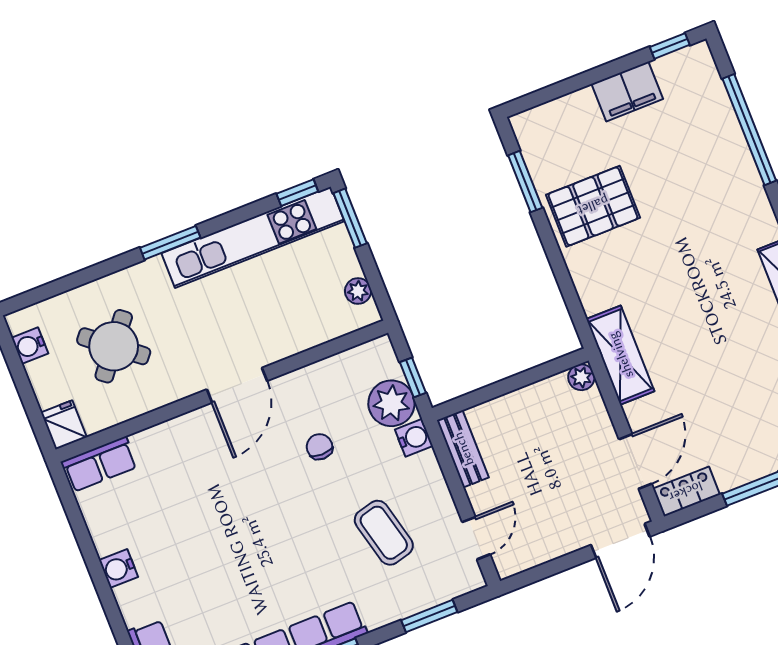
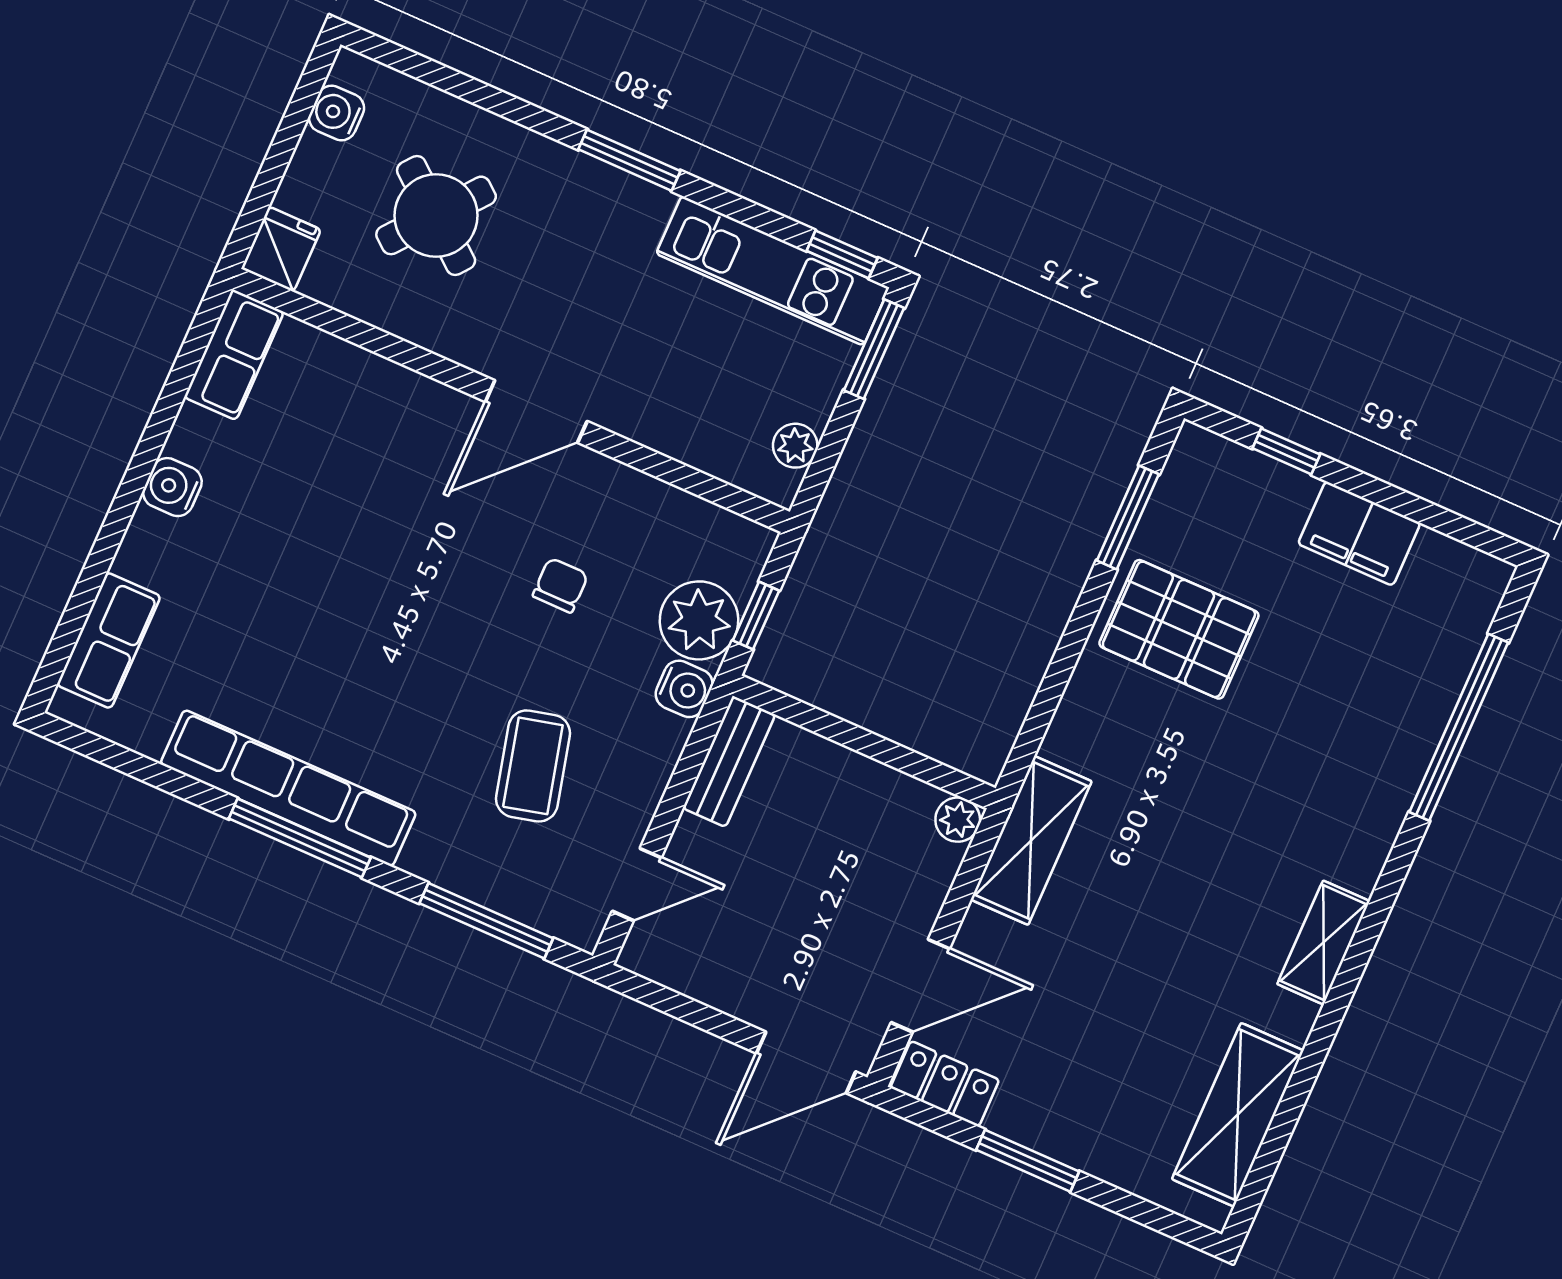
window: (670, 46) -> (1286, 451), moved
kitchen unit: (253, 237) -> (773, 271), width x0.73
row of seats: (100, 464) -> (234, 355), moved, turned -90
window: (429, 616) -> (486, 921), width x1.44

